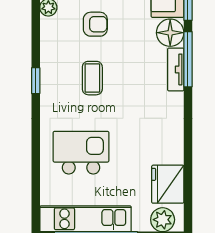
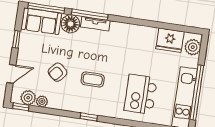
armchair: (95, 24) -> (58, 72), turned -139

